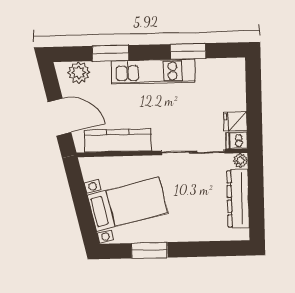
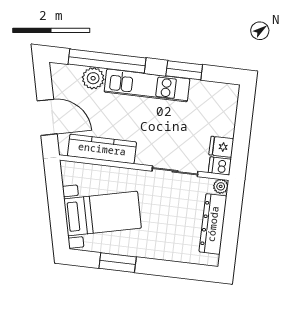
window: (110, 53) -> (107, 61), width x2.11
plant: (79, 73) -> (93, 78), moved
sliding door: (193, 152) -> (175, 171), width x0.73

